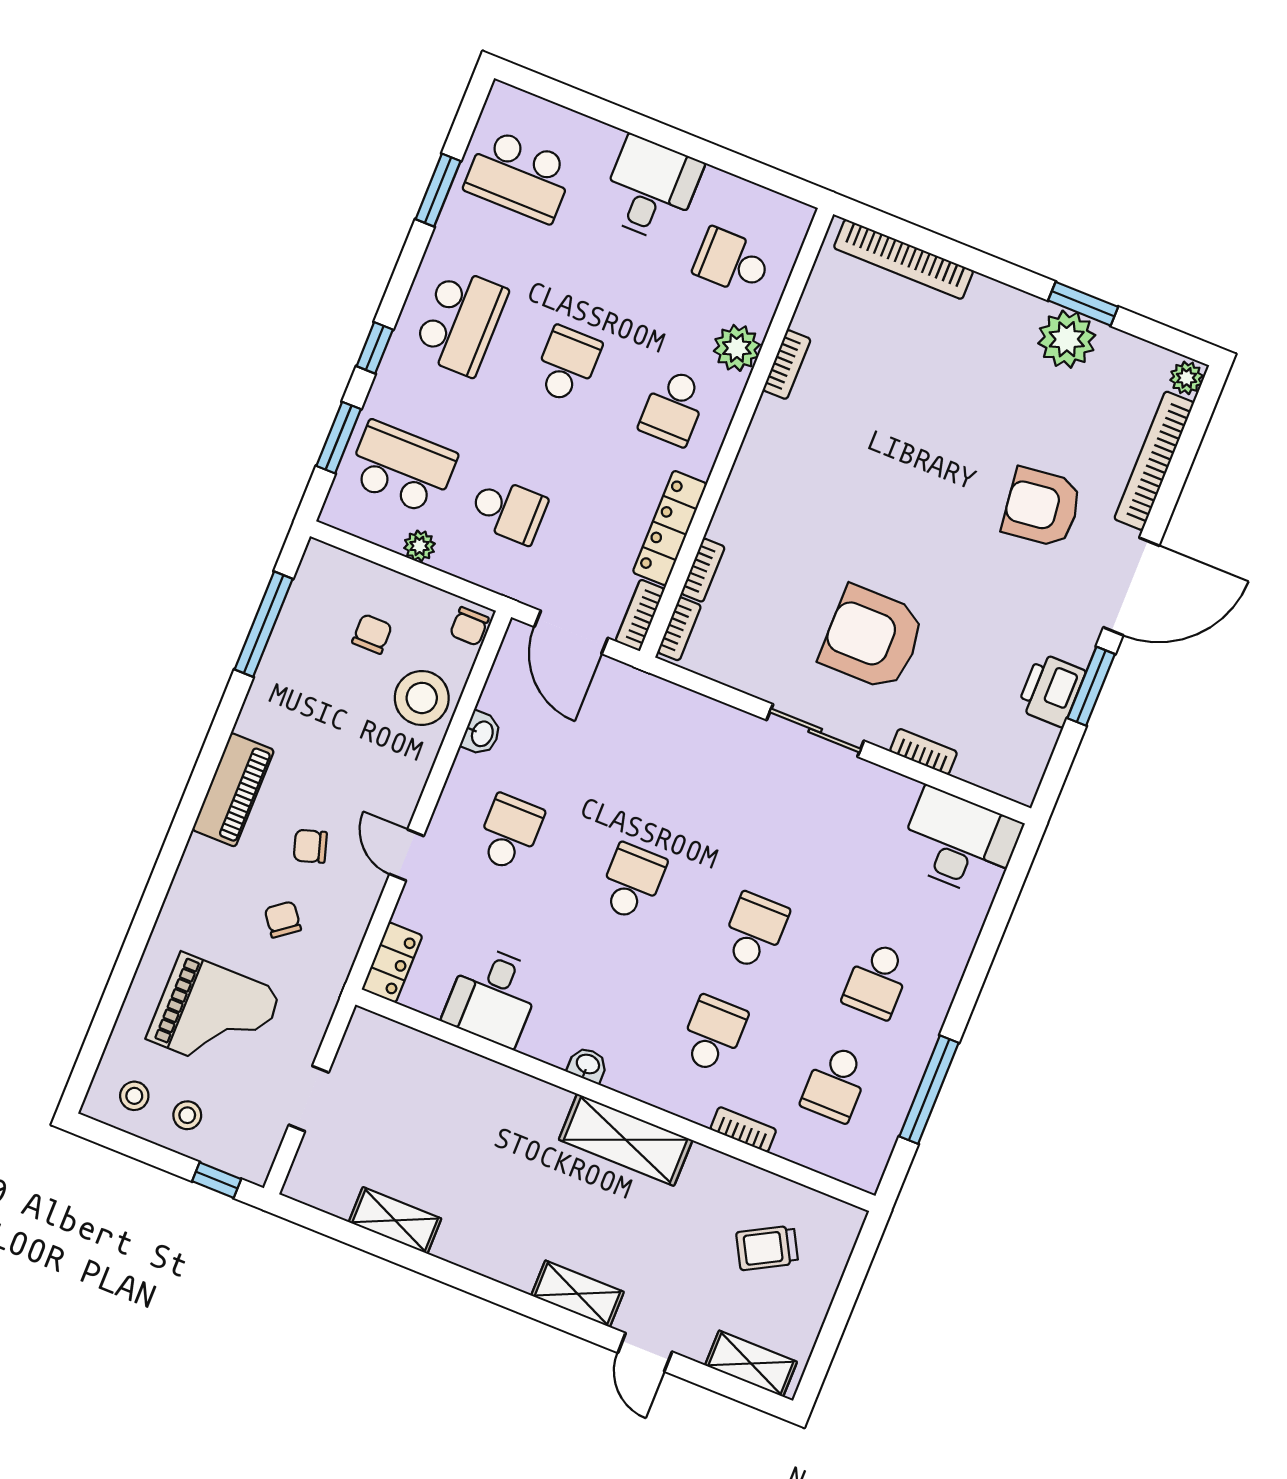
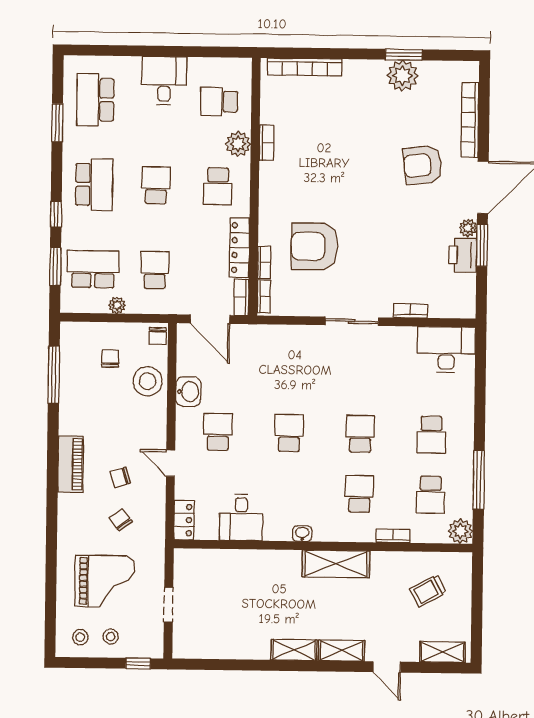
school desk: (519, 176) -> (95, 100), turned 90
plant: (1186, 378) -> (468, 228), moved
school desk: (508, 510) -> (155, 270), turned -90
armchair: (872, 638) -> (315, 246), moved
washbasin: (481, 733) -> (188, 392), width x1.38, depth x1.45
plant: (863, 1166) -> (460, 531), added
shelving: (395, 1220) -> (294, 650), moved

